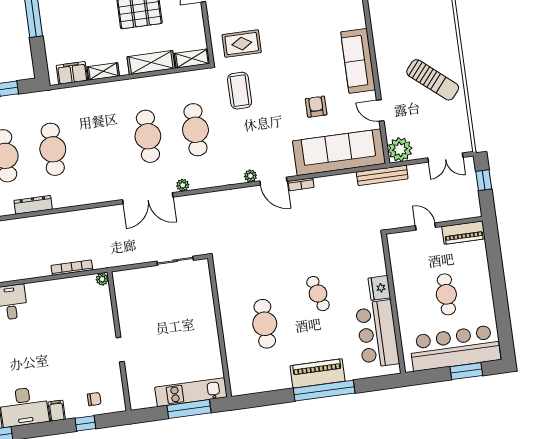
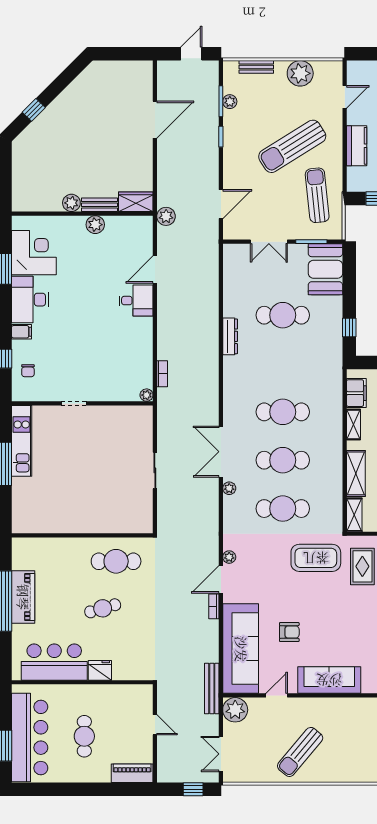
coffee table: (240, 91) -> (316, 558), width x1.36, depth x1.32
cafe table: (53, 149) -> (283, 412), moved
door: (425, 226) -> (155, 725), hinge flipped
piano: (463, 233) -> (132, 773), moved, turned 90
bookcase: (72, 268) -> (162, 374), width x0.64
cafe table: (446, 294) -> (84, 736), turned 90
cafe table: (265, 324) -> (116, 561), moved
wall: (220, 327) -> (82, 535), moved
kitchen unit: (191, 392) -> (22, 441), moved

